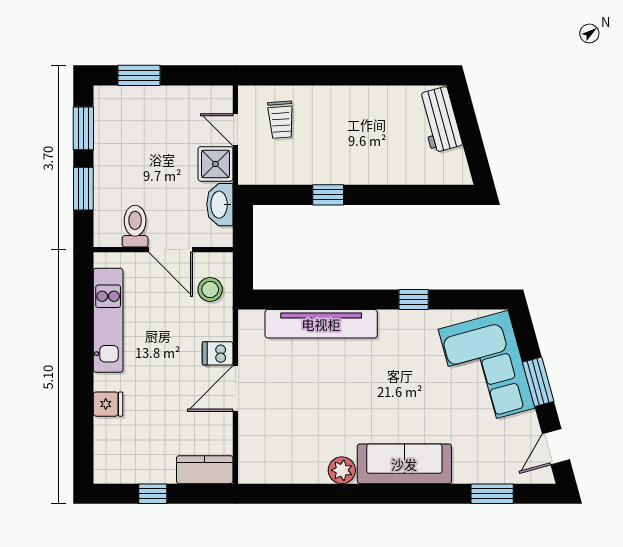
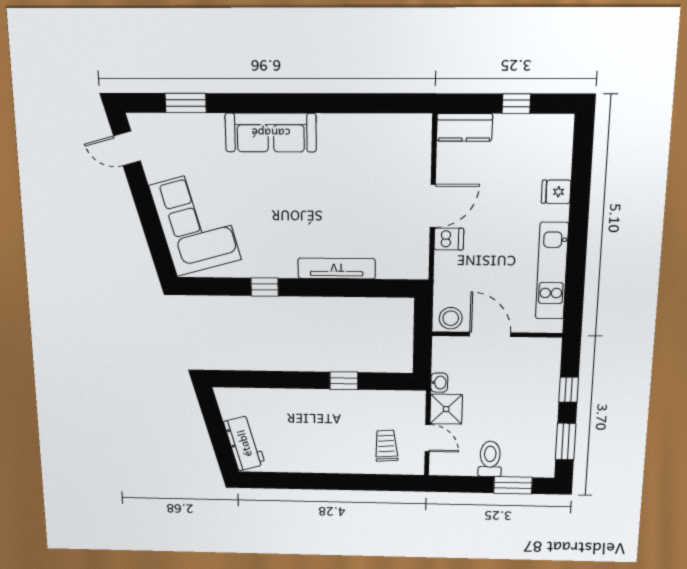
window: (83, 189) -> (569, 390), width x0.67
washbasin: (220, 205) -> (439, 383), width x0.52, depth x0.69
toilet: (135, 226) -> (490, 459), moved, turned 180
stool: (210, 289) -> (451, 318), moved
tv unit: (321, 324) -> (337, 268), width x0.73, depth x0.78
window: (538, 382) -> (147, 210), removed
door: (556, 447) -> (127, 148), swing flipped
plant: (342, 470) -> (331, 126), removed

